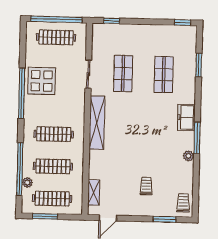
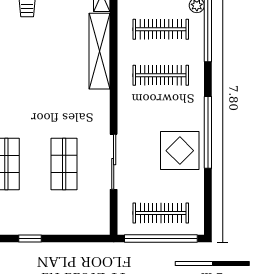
window: (112, 21) -> (30, 239), moved
sliding door: (88, 74) -> (114, 162), width x1.37
shelving: (97, 123) -> (100, 51), moved

